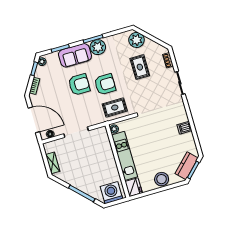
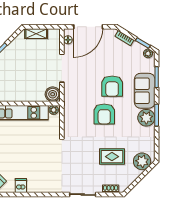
rug: (115, 108) -> (76, 117), removed
dishwasher: (184, 128) -> (21, 186), moved
boiler: (101, 134) -> (53, 94), added

